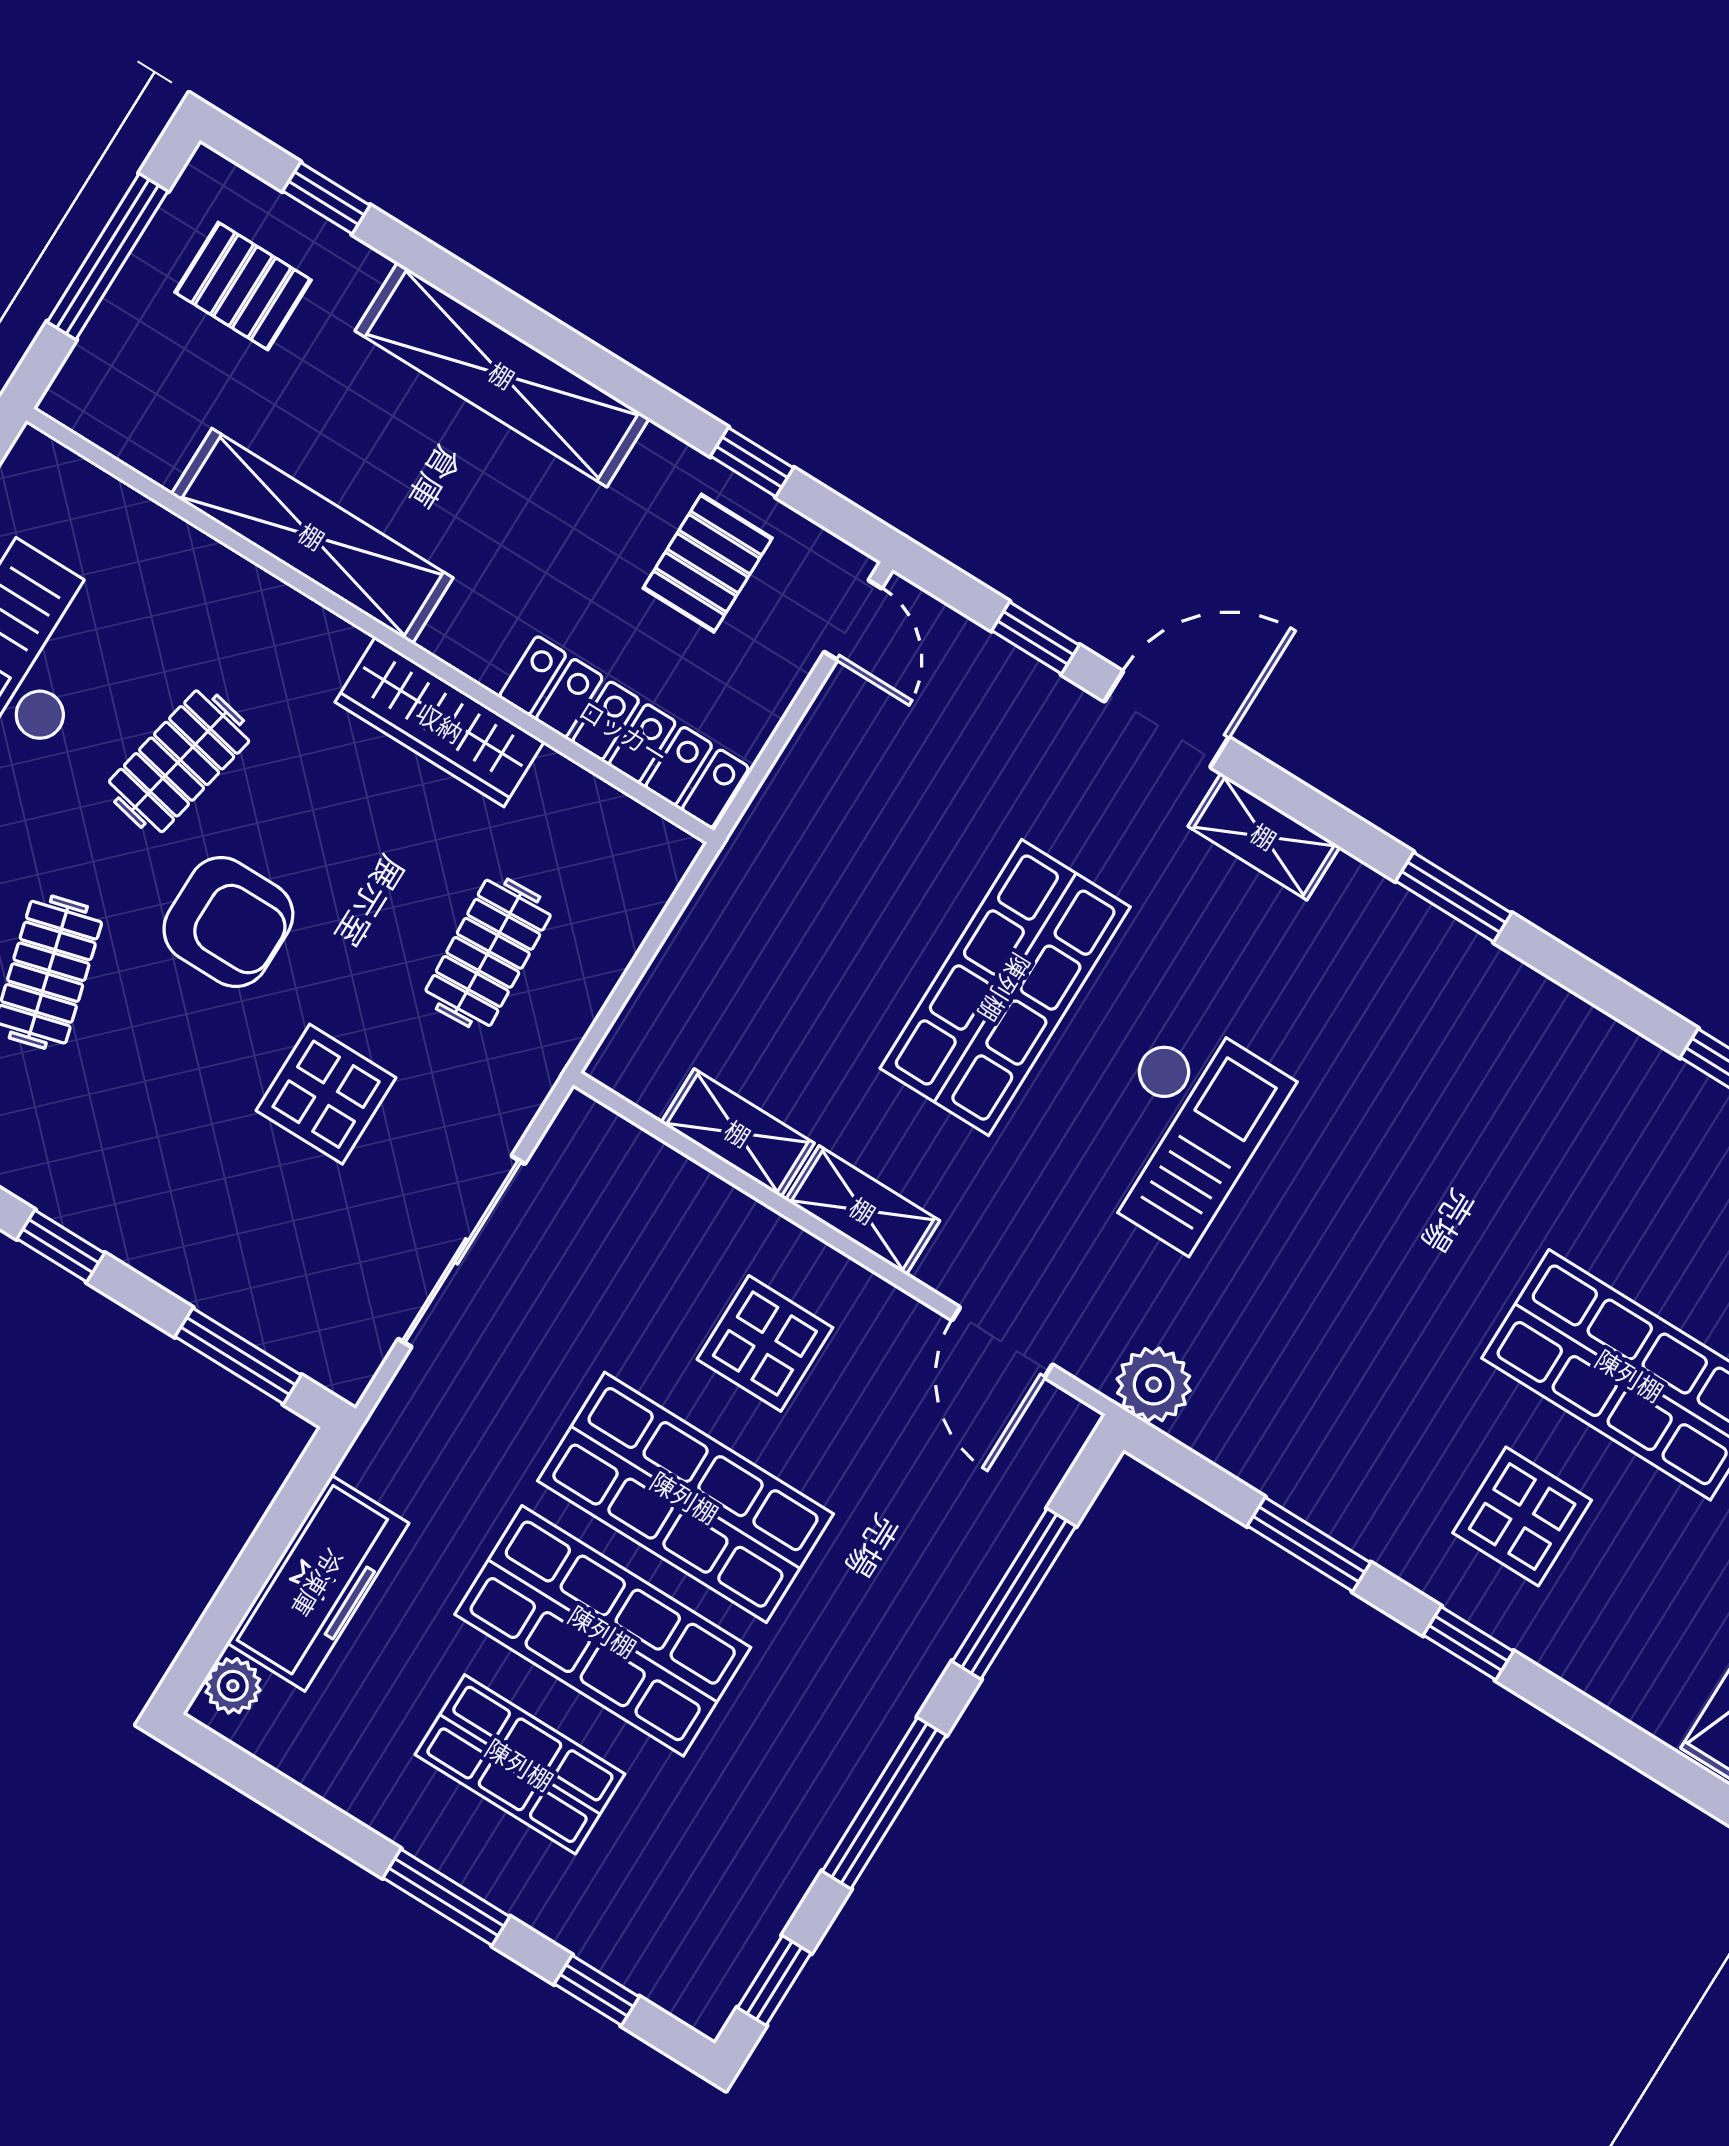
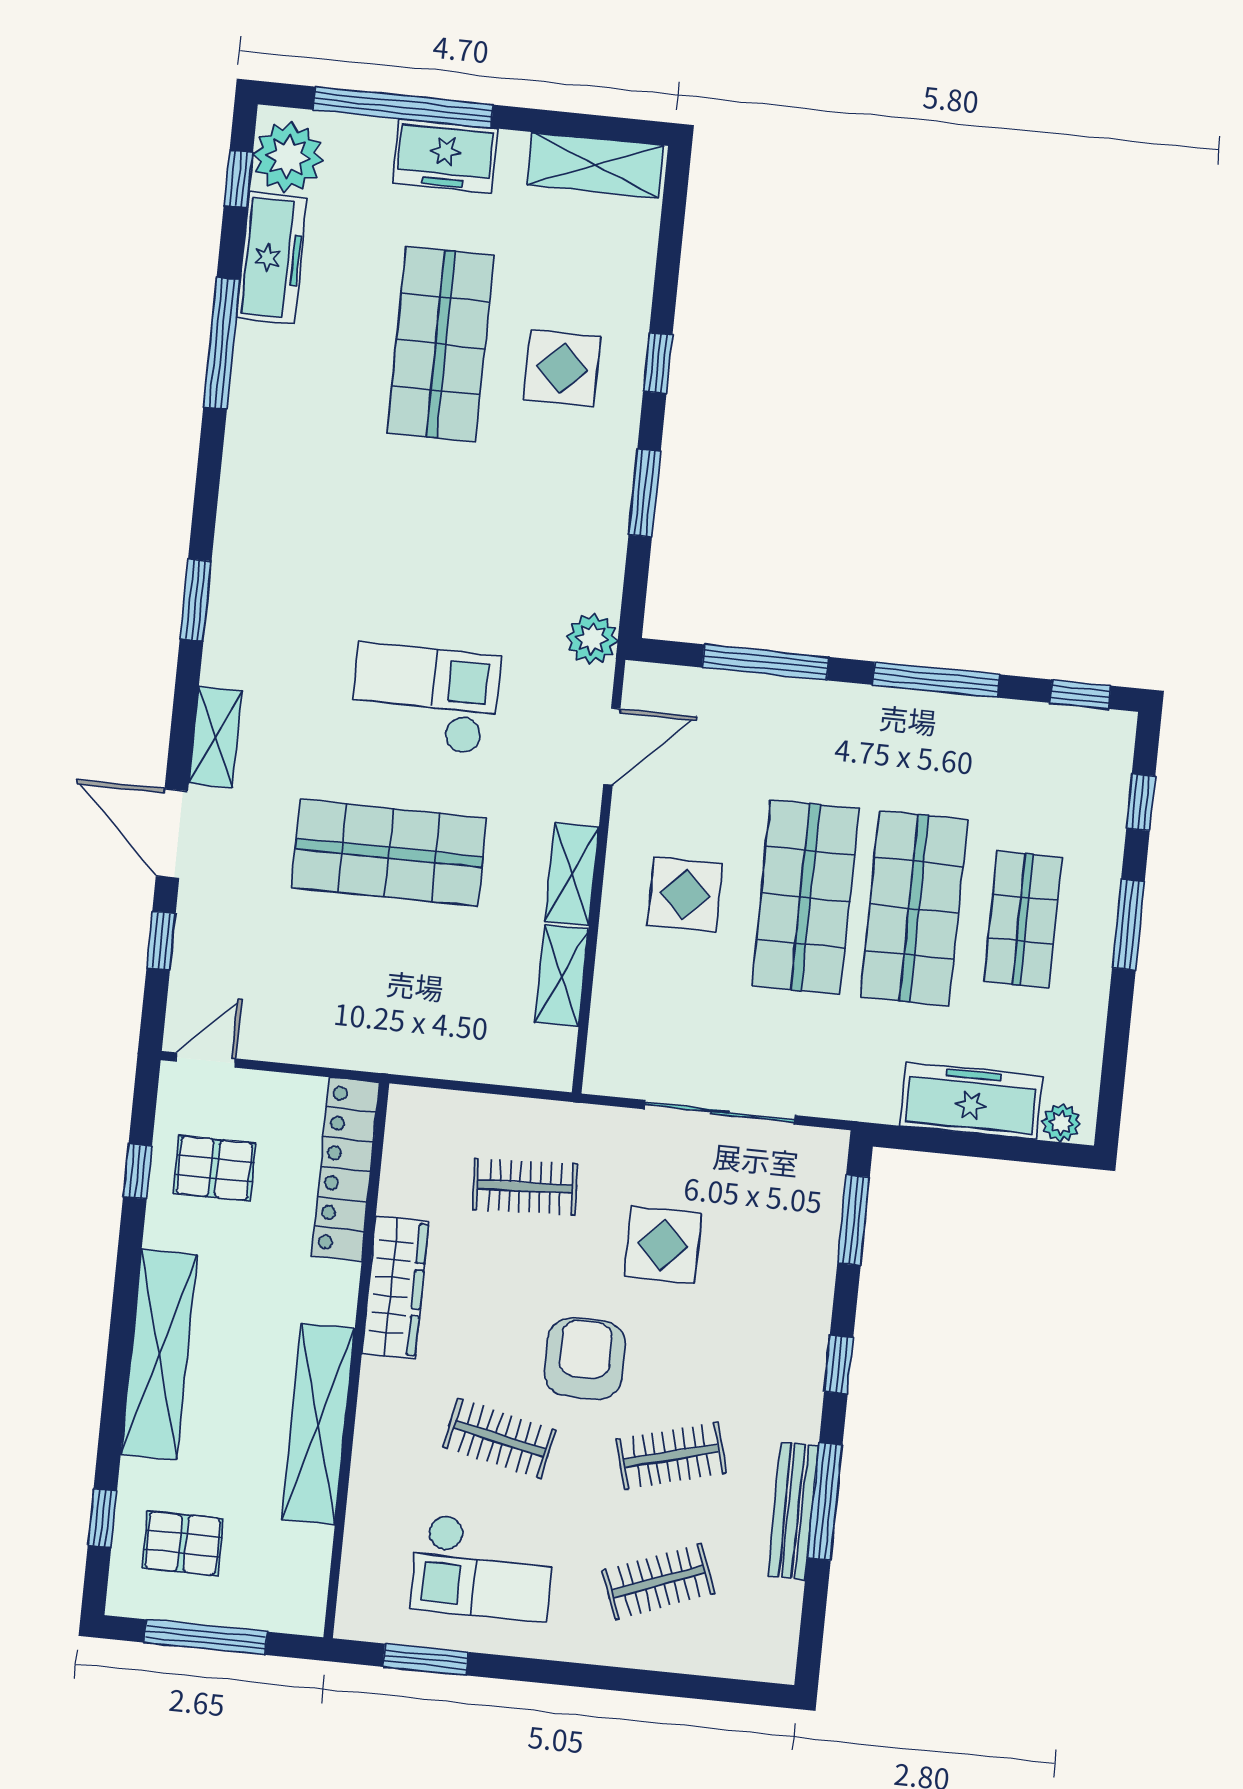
pallet: (243, 286) -> (183, 1543), turned 90

